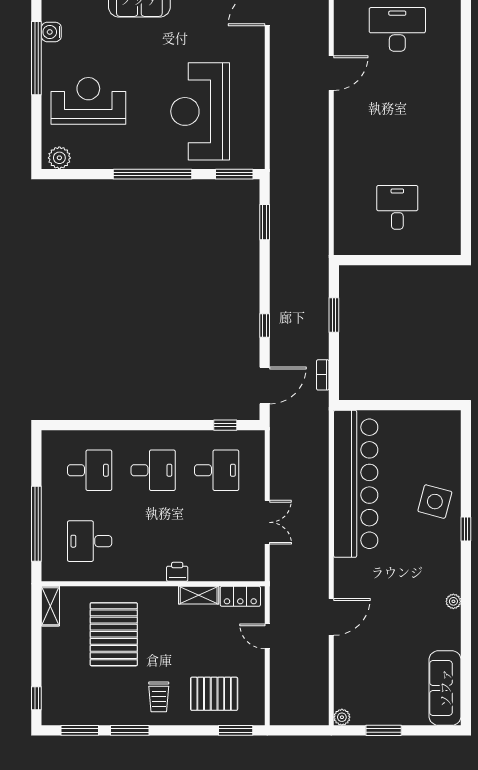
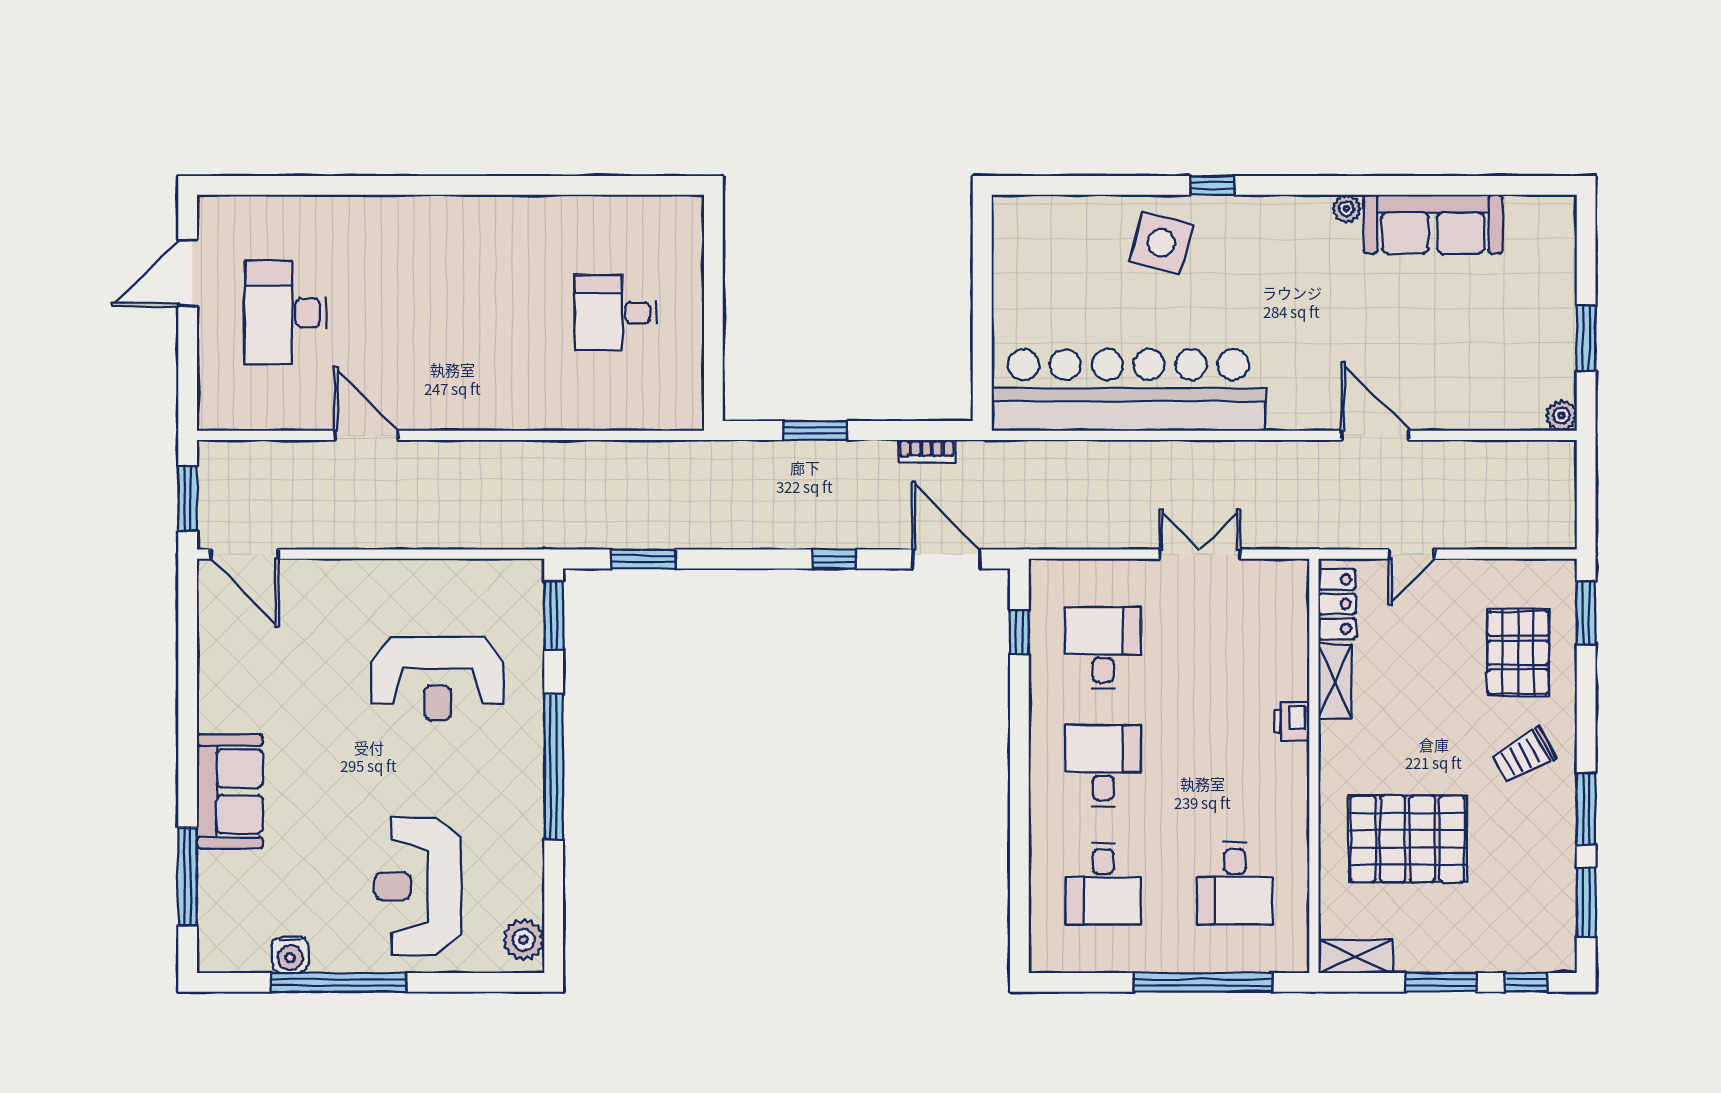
reception desk: (200, 111) -> (438, 679), width x0.74, depth x0.77
desk: (90, 470) -> (1103, 884), turned 180
window: (36, 652) -> (1441, 982), added
sofa: (445, 688) -> (1433, 224), moved
trolley: (159, 697) -> (1524, 755), turned 151

